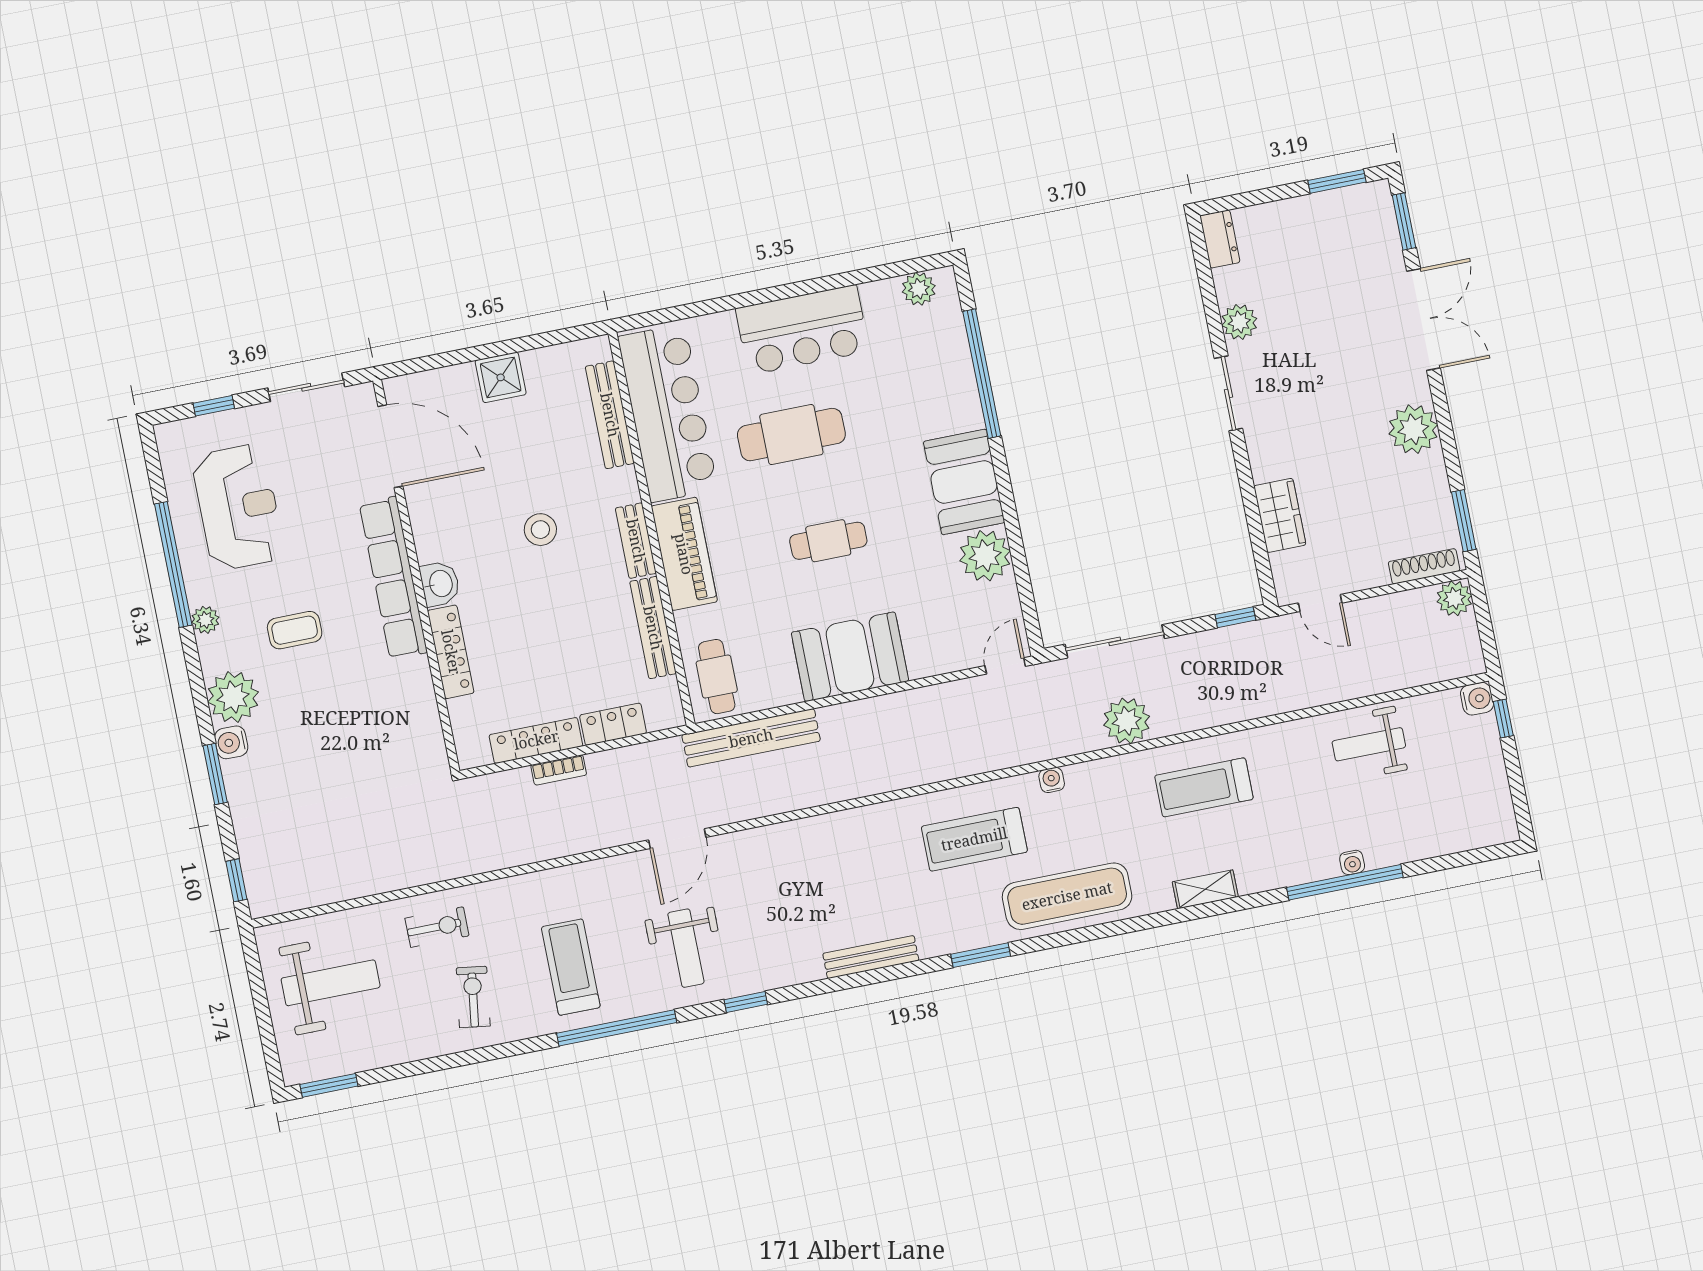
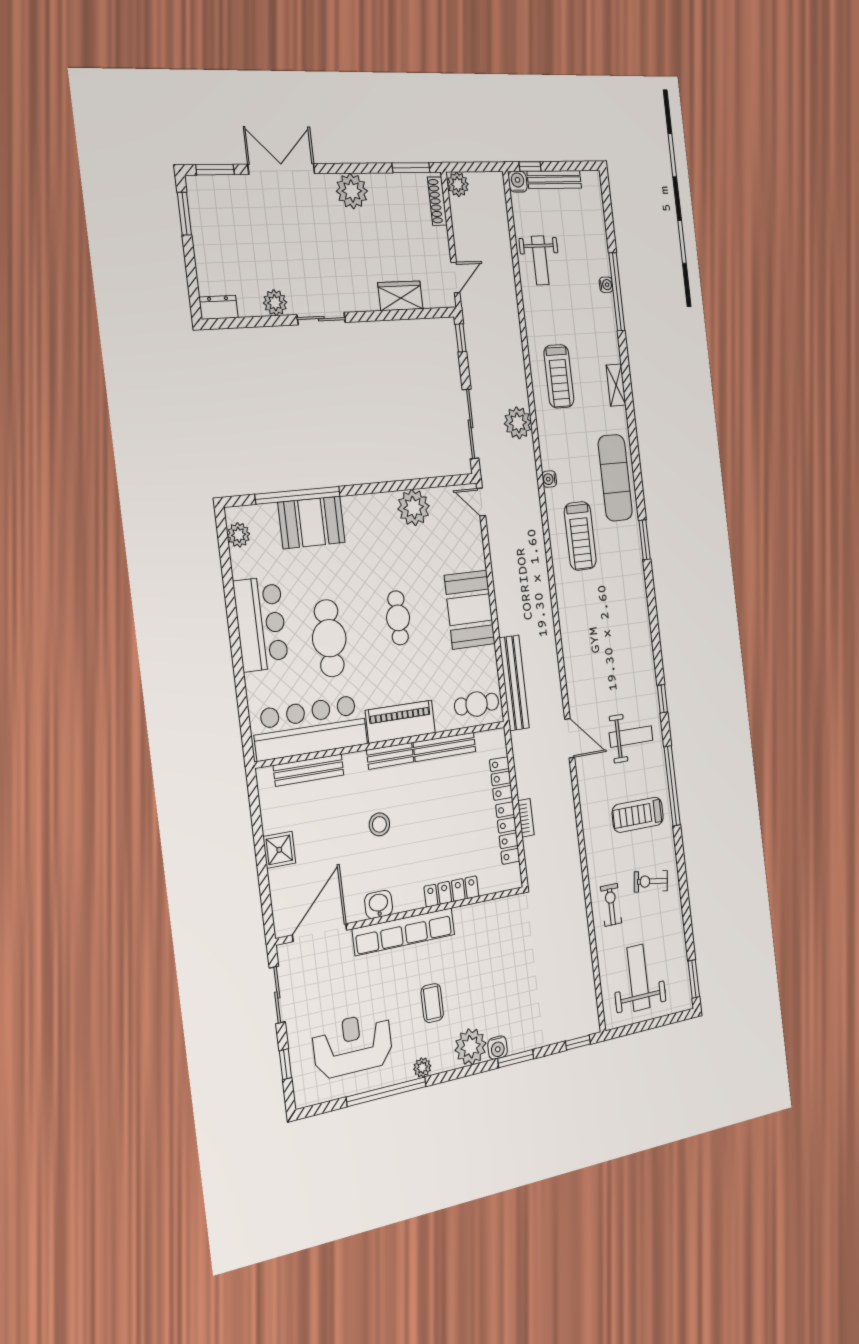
booth: (964, 482) -> (312, 522), moved
washbasin: (440, 584) -> (379, 904), moved
bench: (871, 957) -> (554, 180), moved, turned 90

